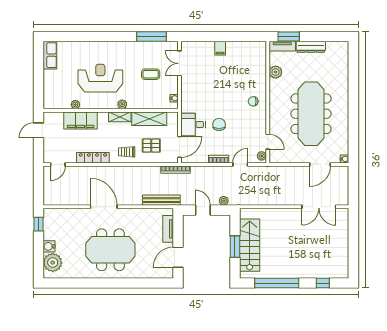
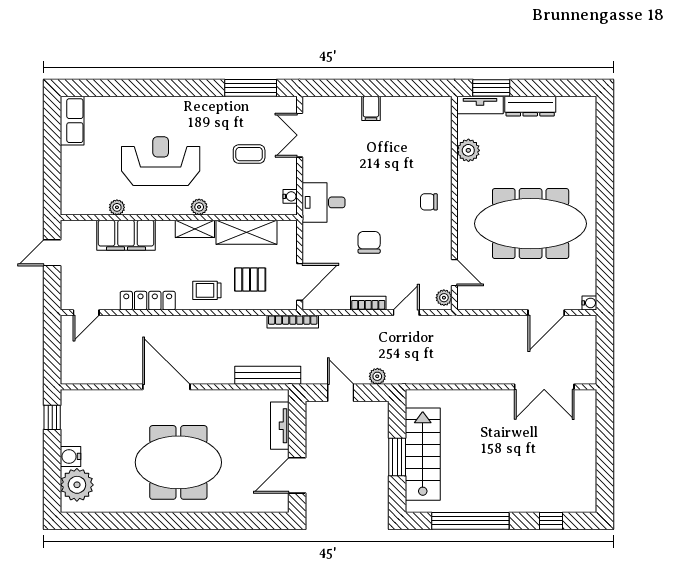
meeting table: (311, 114) -> (531, 224), turned 90
desk: (193, 124) -> (324, 202), moved

